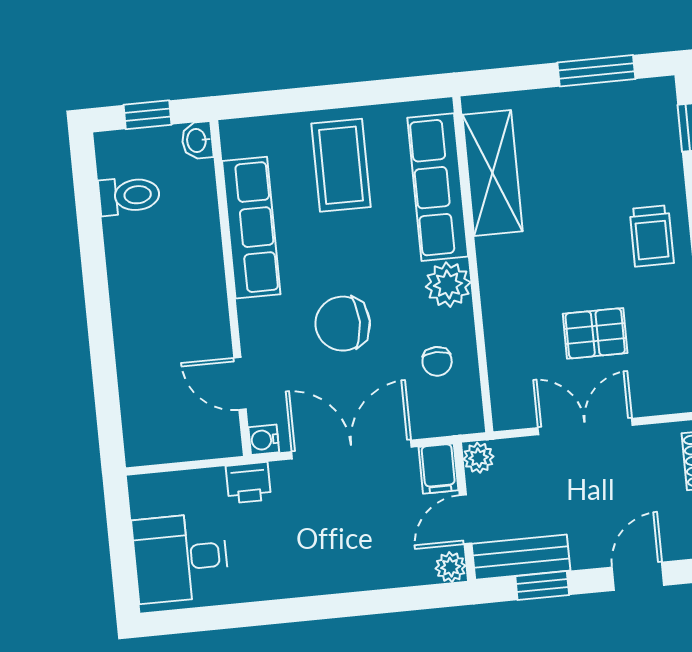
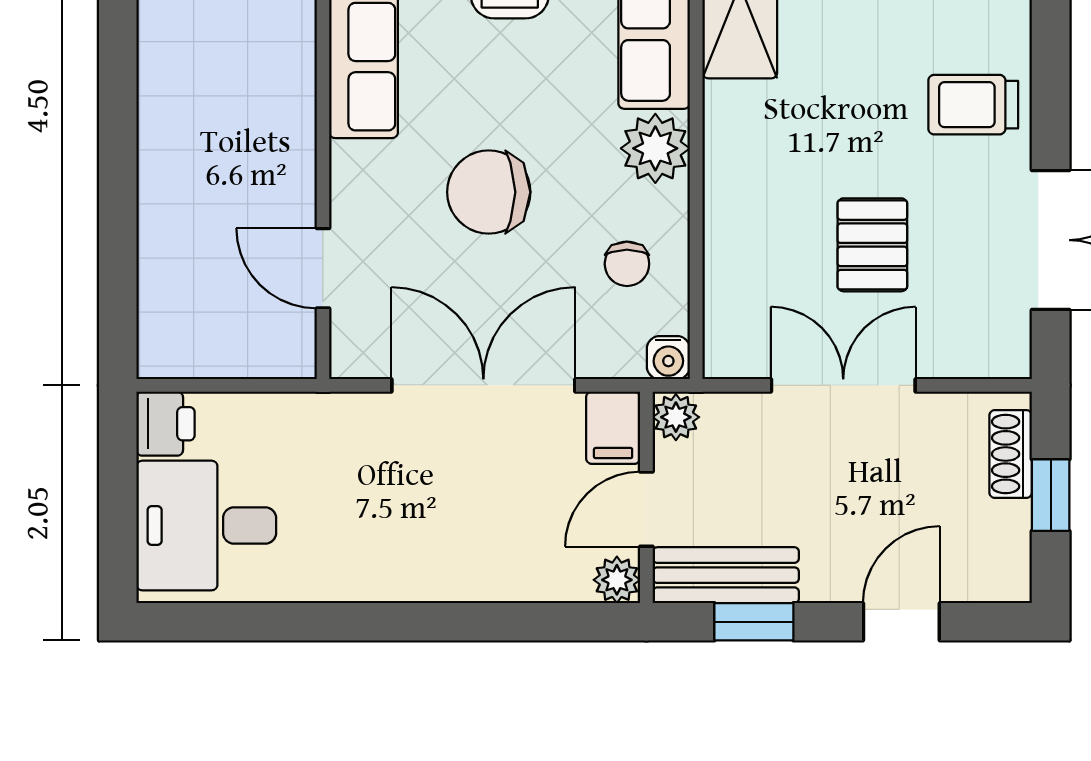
trolley: (652, 236) -> (973, 105), turned 90
pallet: (595, 333) -> (872, 245), turned 90
water cooler: (264, 440) -> (668, 358), moved, turned -90
printer: (248, 483) -> (166, 424), moved, turned -90

